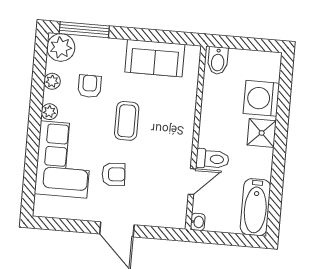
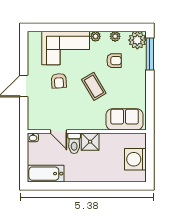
sofa: (155, 58) -> (125, 119), moved, turned 90
bidet: (218, 61) -> (137, 141), removed
washing machine: (261, 98) -> (135, 159), moved, turned -90
coffee table: (127, 121) -> (94, 86), turned 59
shower: (262, 133) -> (90, 142), moved

